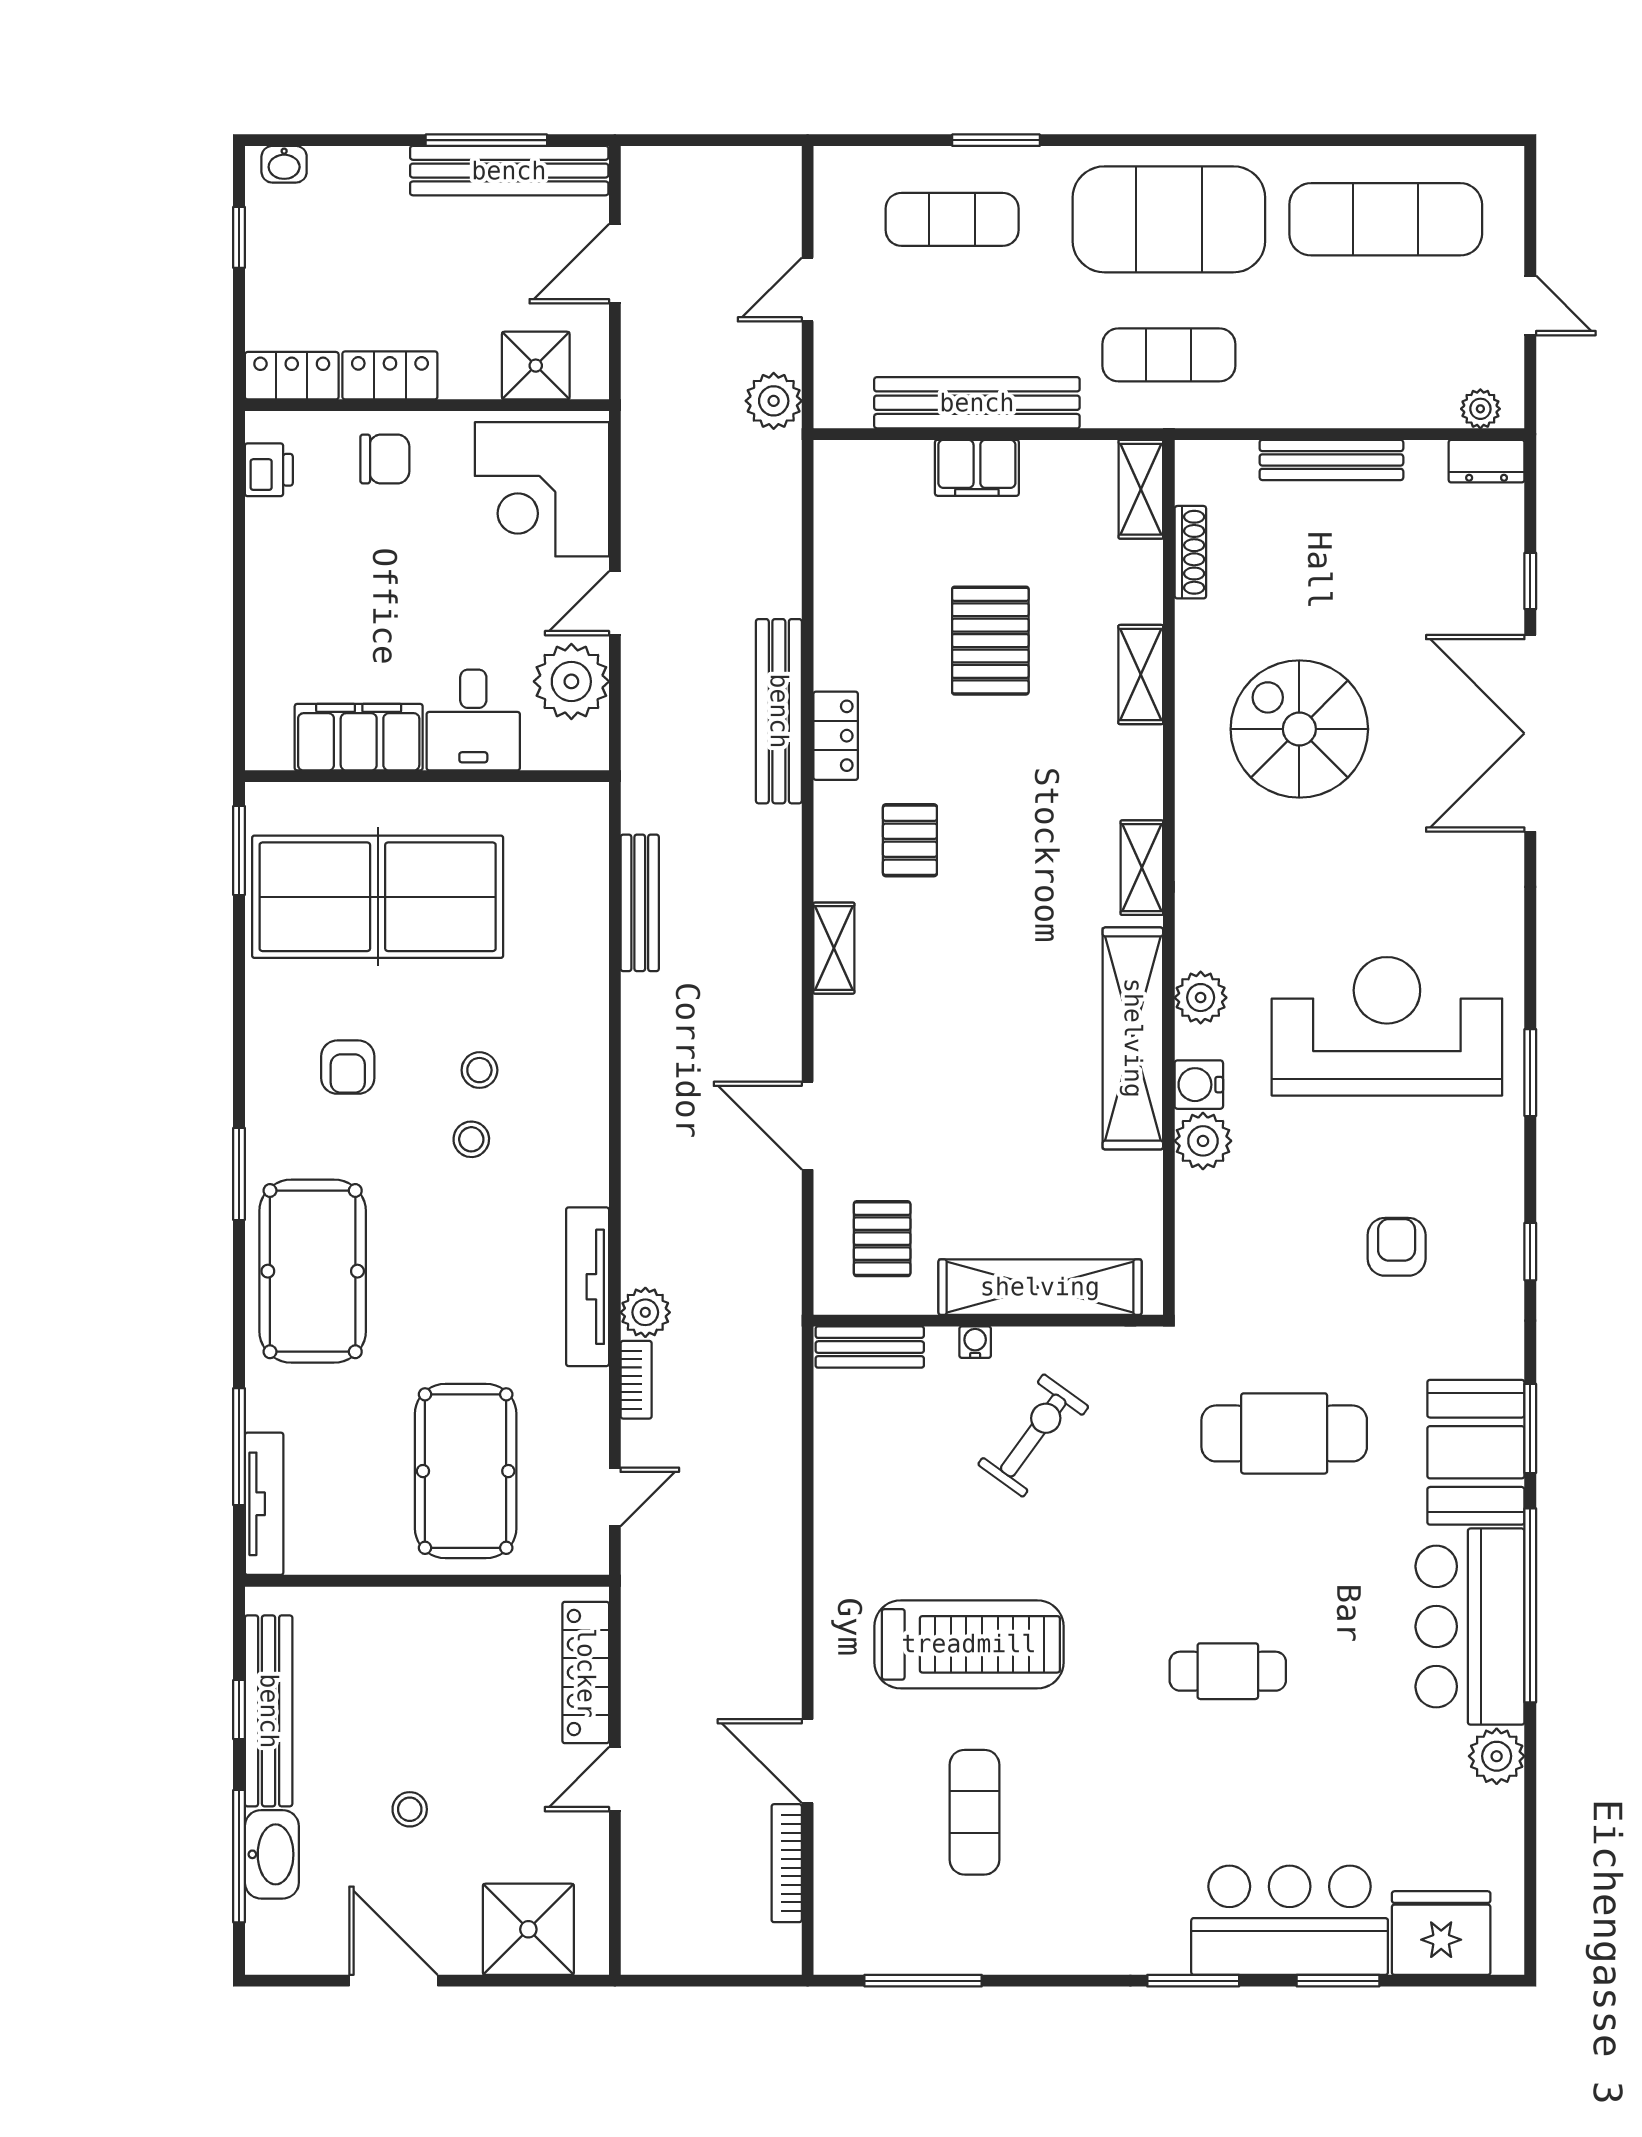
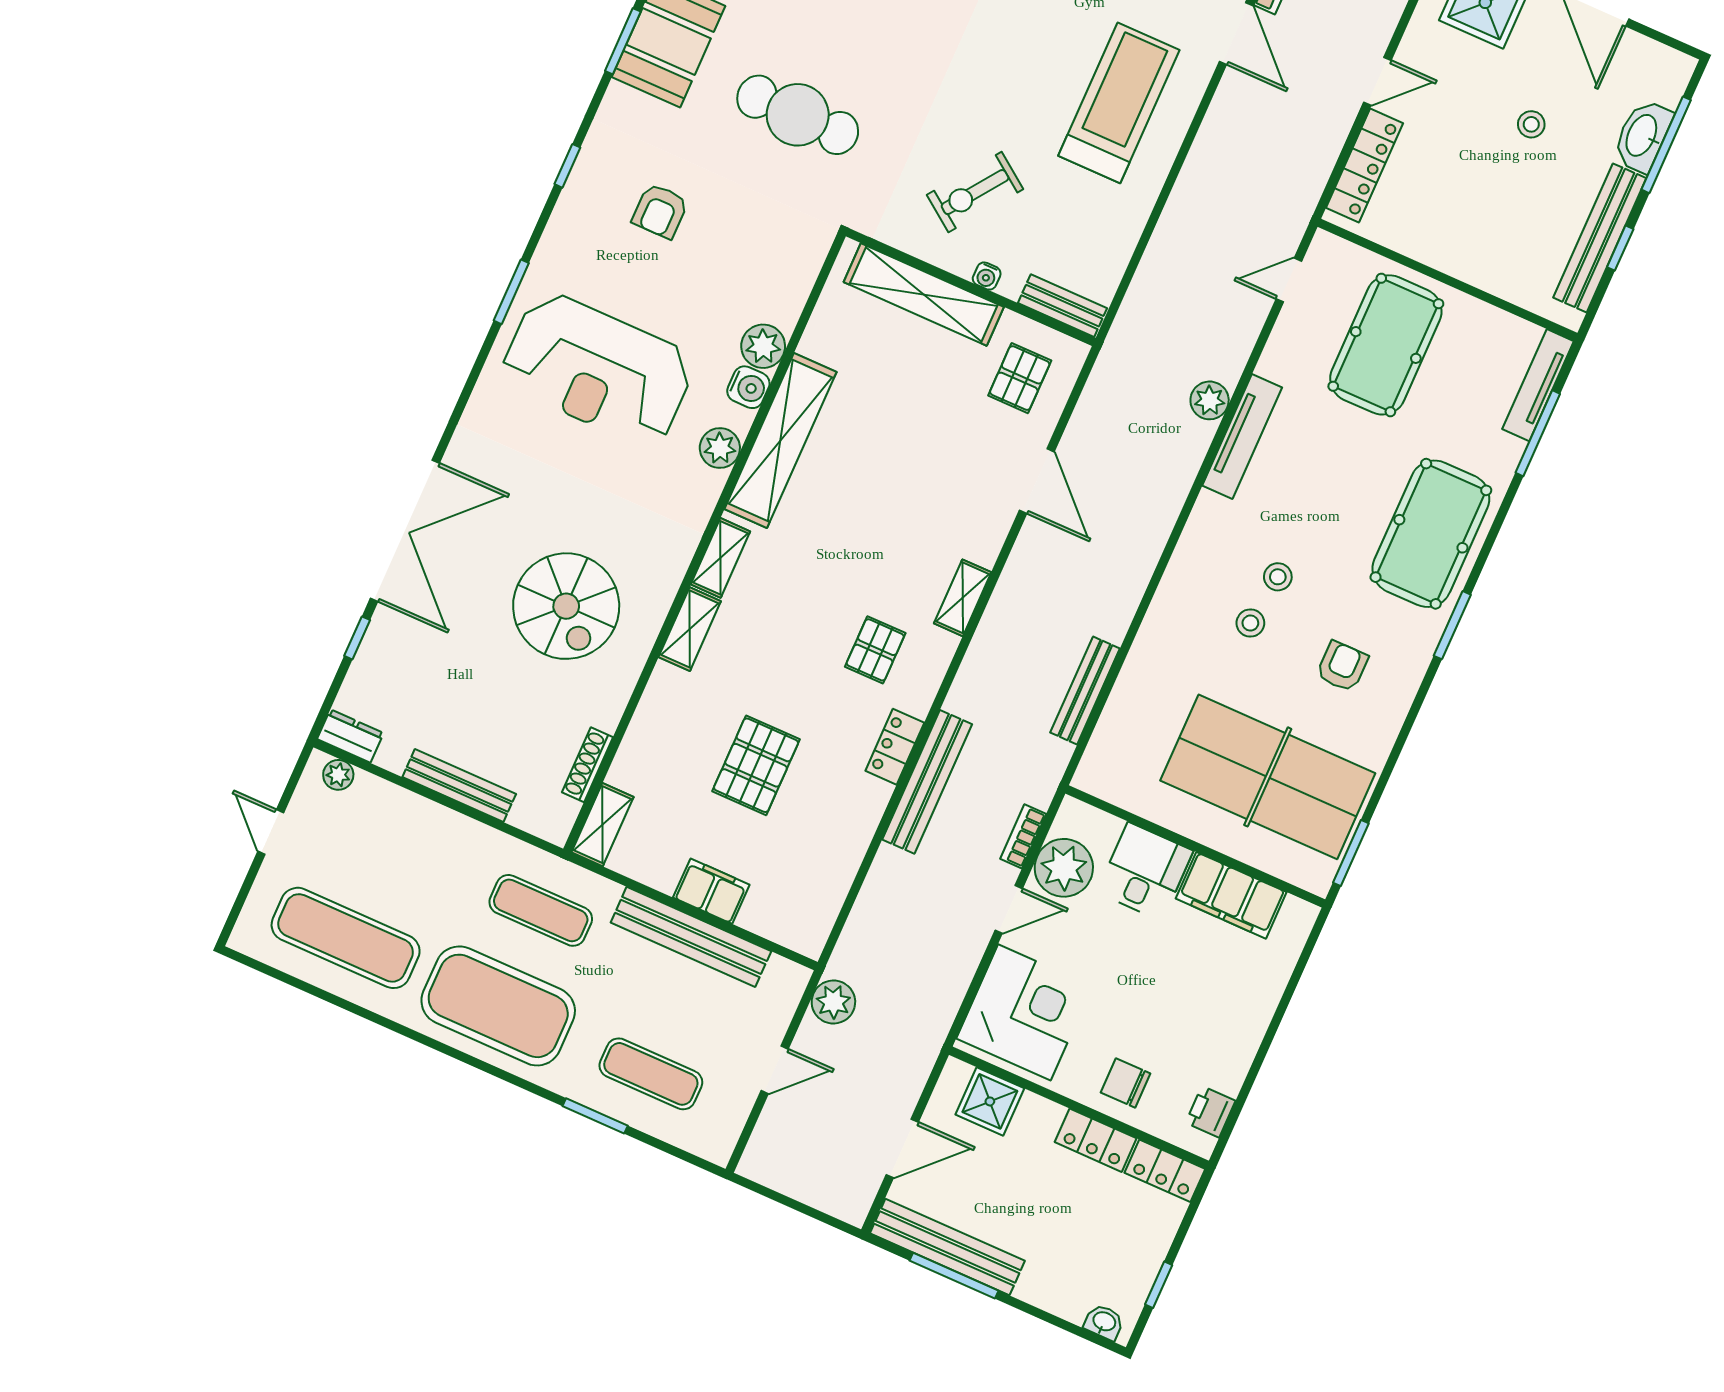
shelving: (1141, 675) -> (690, 629), moved
bookcase: (636, 1380) -> (1023, 836), moved
treadmill: (969, 1644) -> (1119, 103), moved, turned 90

